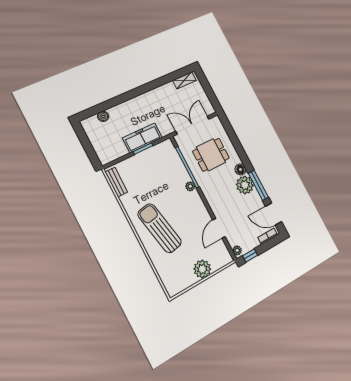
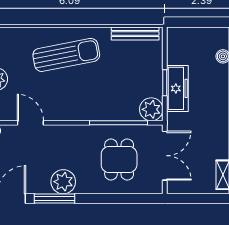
floor lamp: (240, 169) -> (84, 186), removed
bench: (116, 182) -> (135, 33), width x1.36
plant: (190, 186) -> (151, 109), moved, width x1.88, depth x1.88

